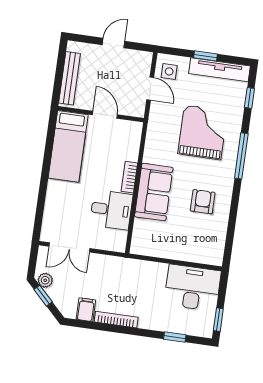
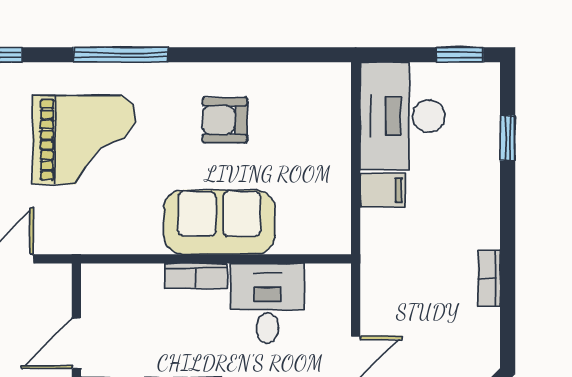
grand piano: (203, 132) -> (84, 140), turned 180
filing cabinet: (86, 310) -> (383, 190), moved, turned 180
bookcase: (116, 320) -> (489, 278), width x0.64

